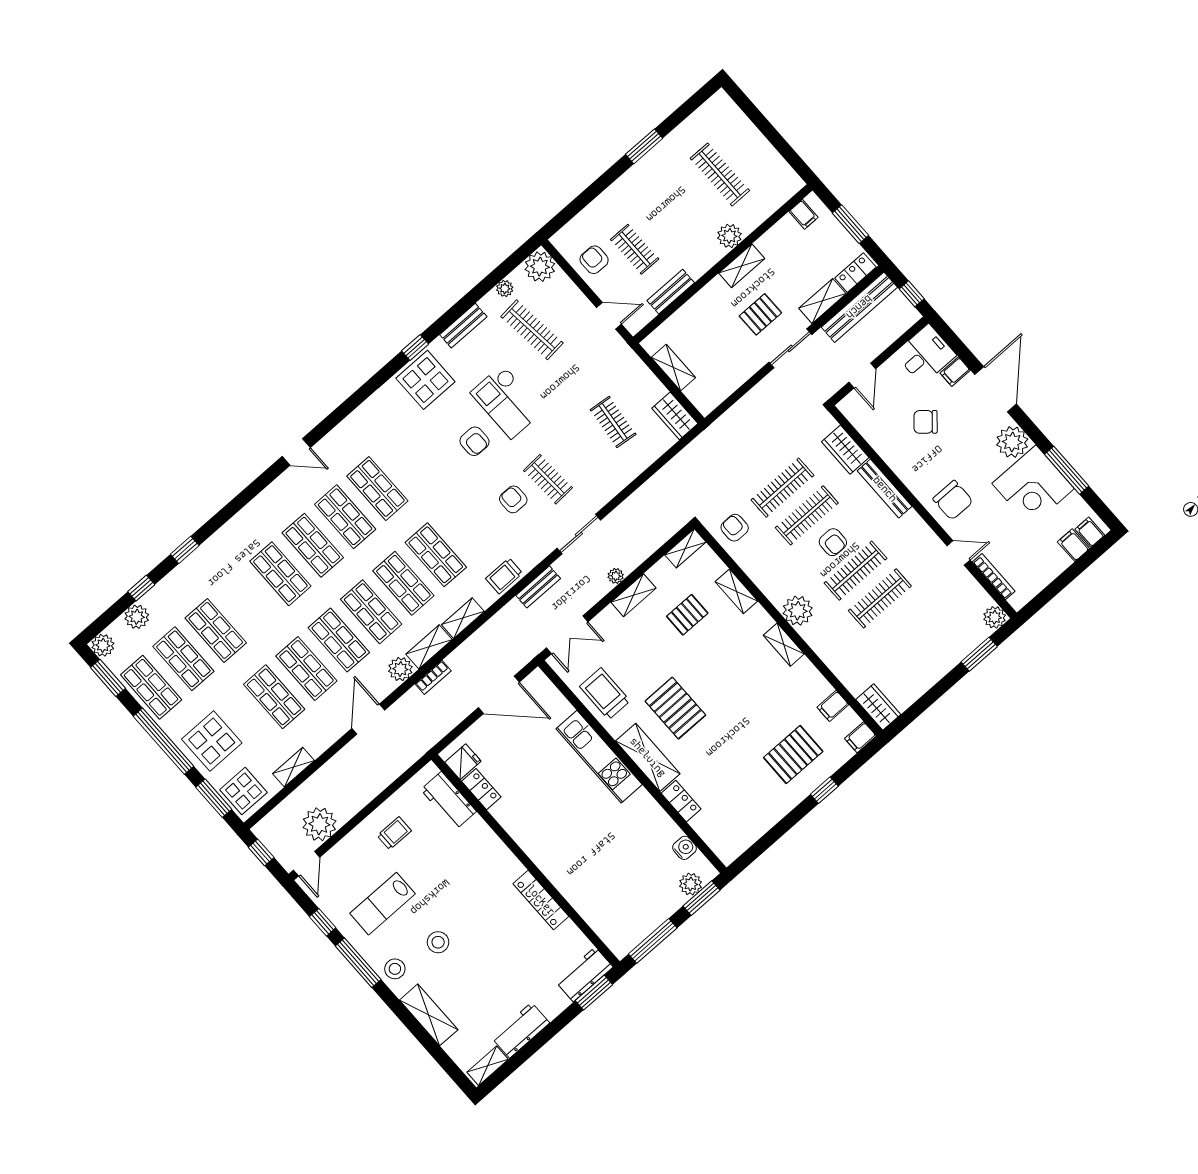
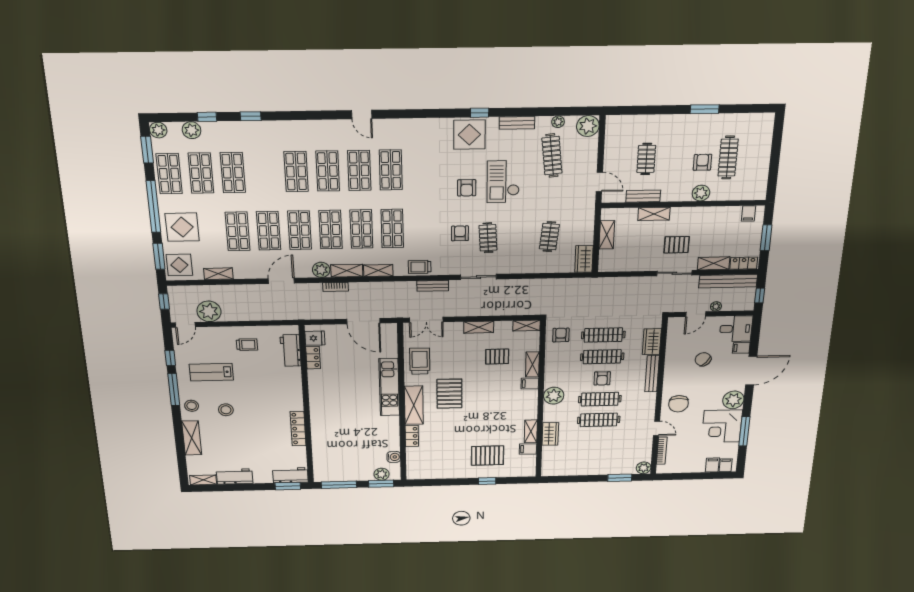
armchair: (594, 260) -> (702, 162), moved
shelving: (742, 266) -> (654, 214), moved
plant: (616, 576) -> (716, 306), moved
shelving: (784, 645) -> (531, 431), moved
wardrobe: (878, 707) -> (550, 434), moved
filing cabinet: (860, 737) -> (530, 383), moved

